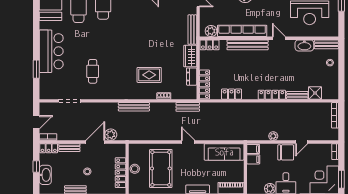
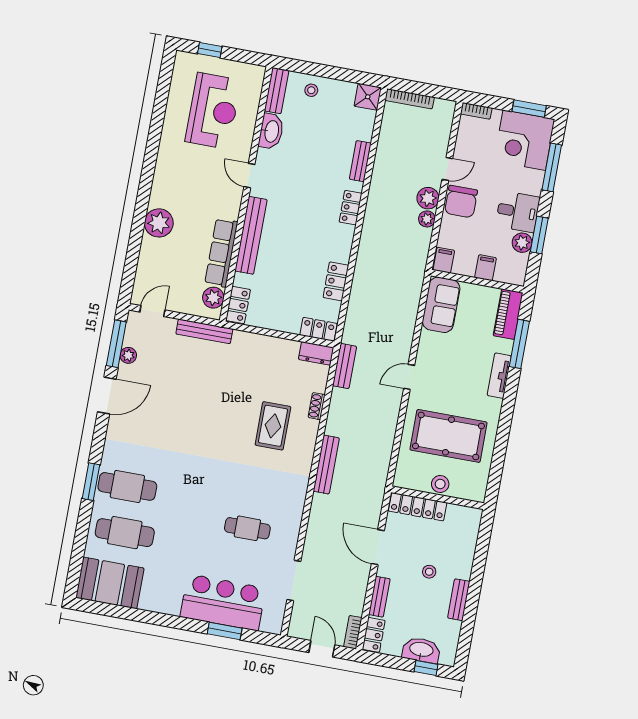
row of seats: (242, 31) -> (221, 253), width x0.73
door: (279, 38) -> (249, 176), hinge flipped
bar counter: (51, 51) -> (223, 602), moved
wardrobe: (190, 56) -> (252, 344), removed
dresser: (192, 77) -> (316, 353), moved
locker: (205, 84) -> (318, 329), width x0.66
shower: (315, 93) -> (368, 97), moved
locker: (272, 95) -> (351, 208), width x0.66
plant: (111, 135) -> (428, 198), moved
door: (302, 142) -> (447, 169), hinge flipped
sofa: (224, 152) -> (441, 305), width x0.73
chair: (286, 152) -> (461, 202), turned 180
filing cabinet: (253, 159) -> (486, 268), moved
window: (36, 166) -> (426, 668), moved
locker: (120, 173) -> (418, 507), moved

